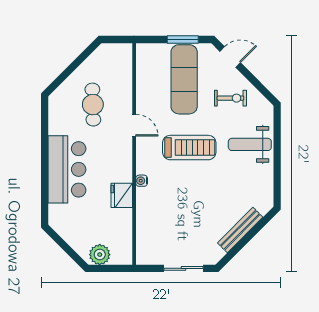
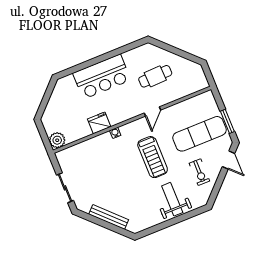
plant: (100, 255) -> (57, 140), moved

